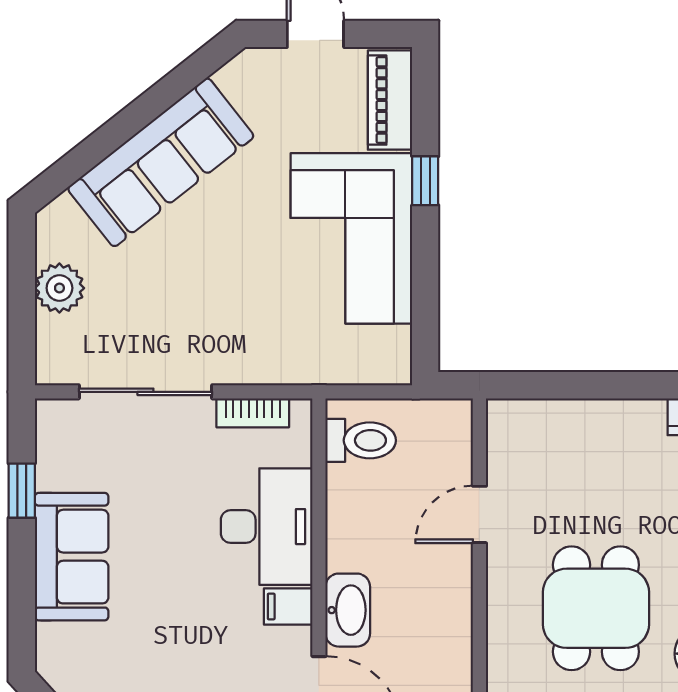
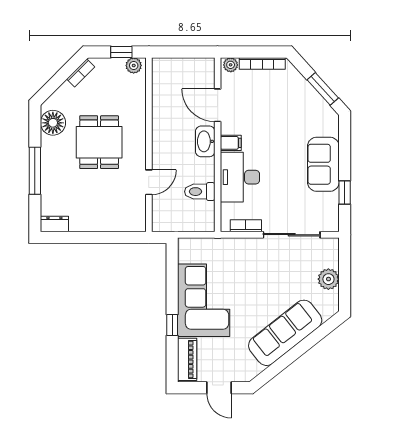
toilet: (361, 440) -> (200, 192), moved

